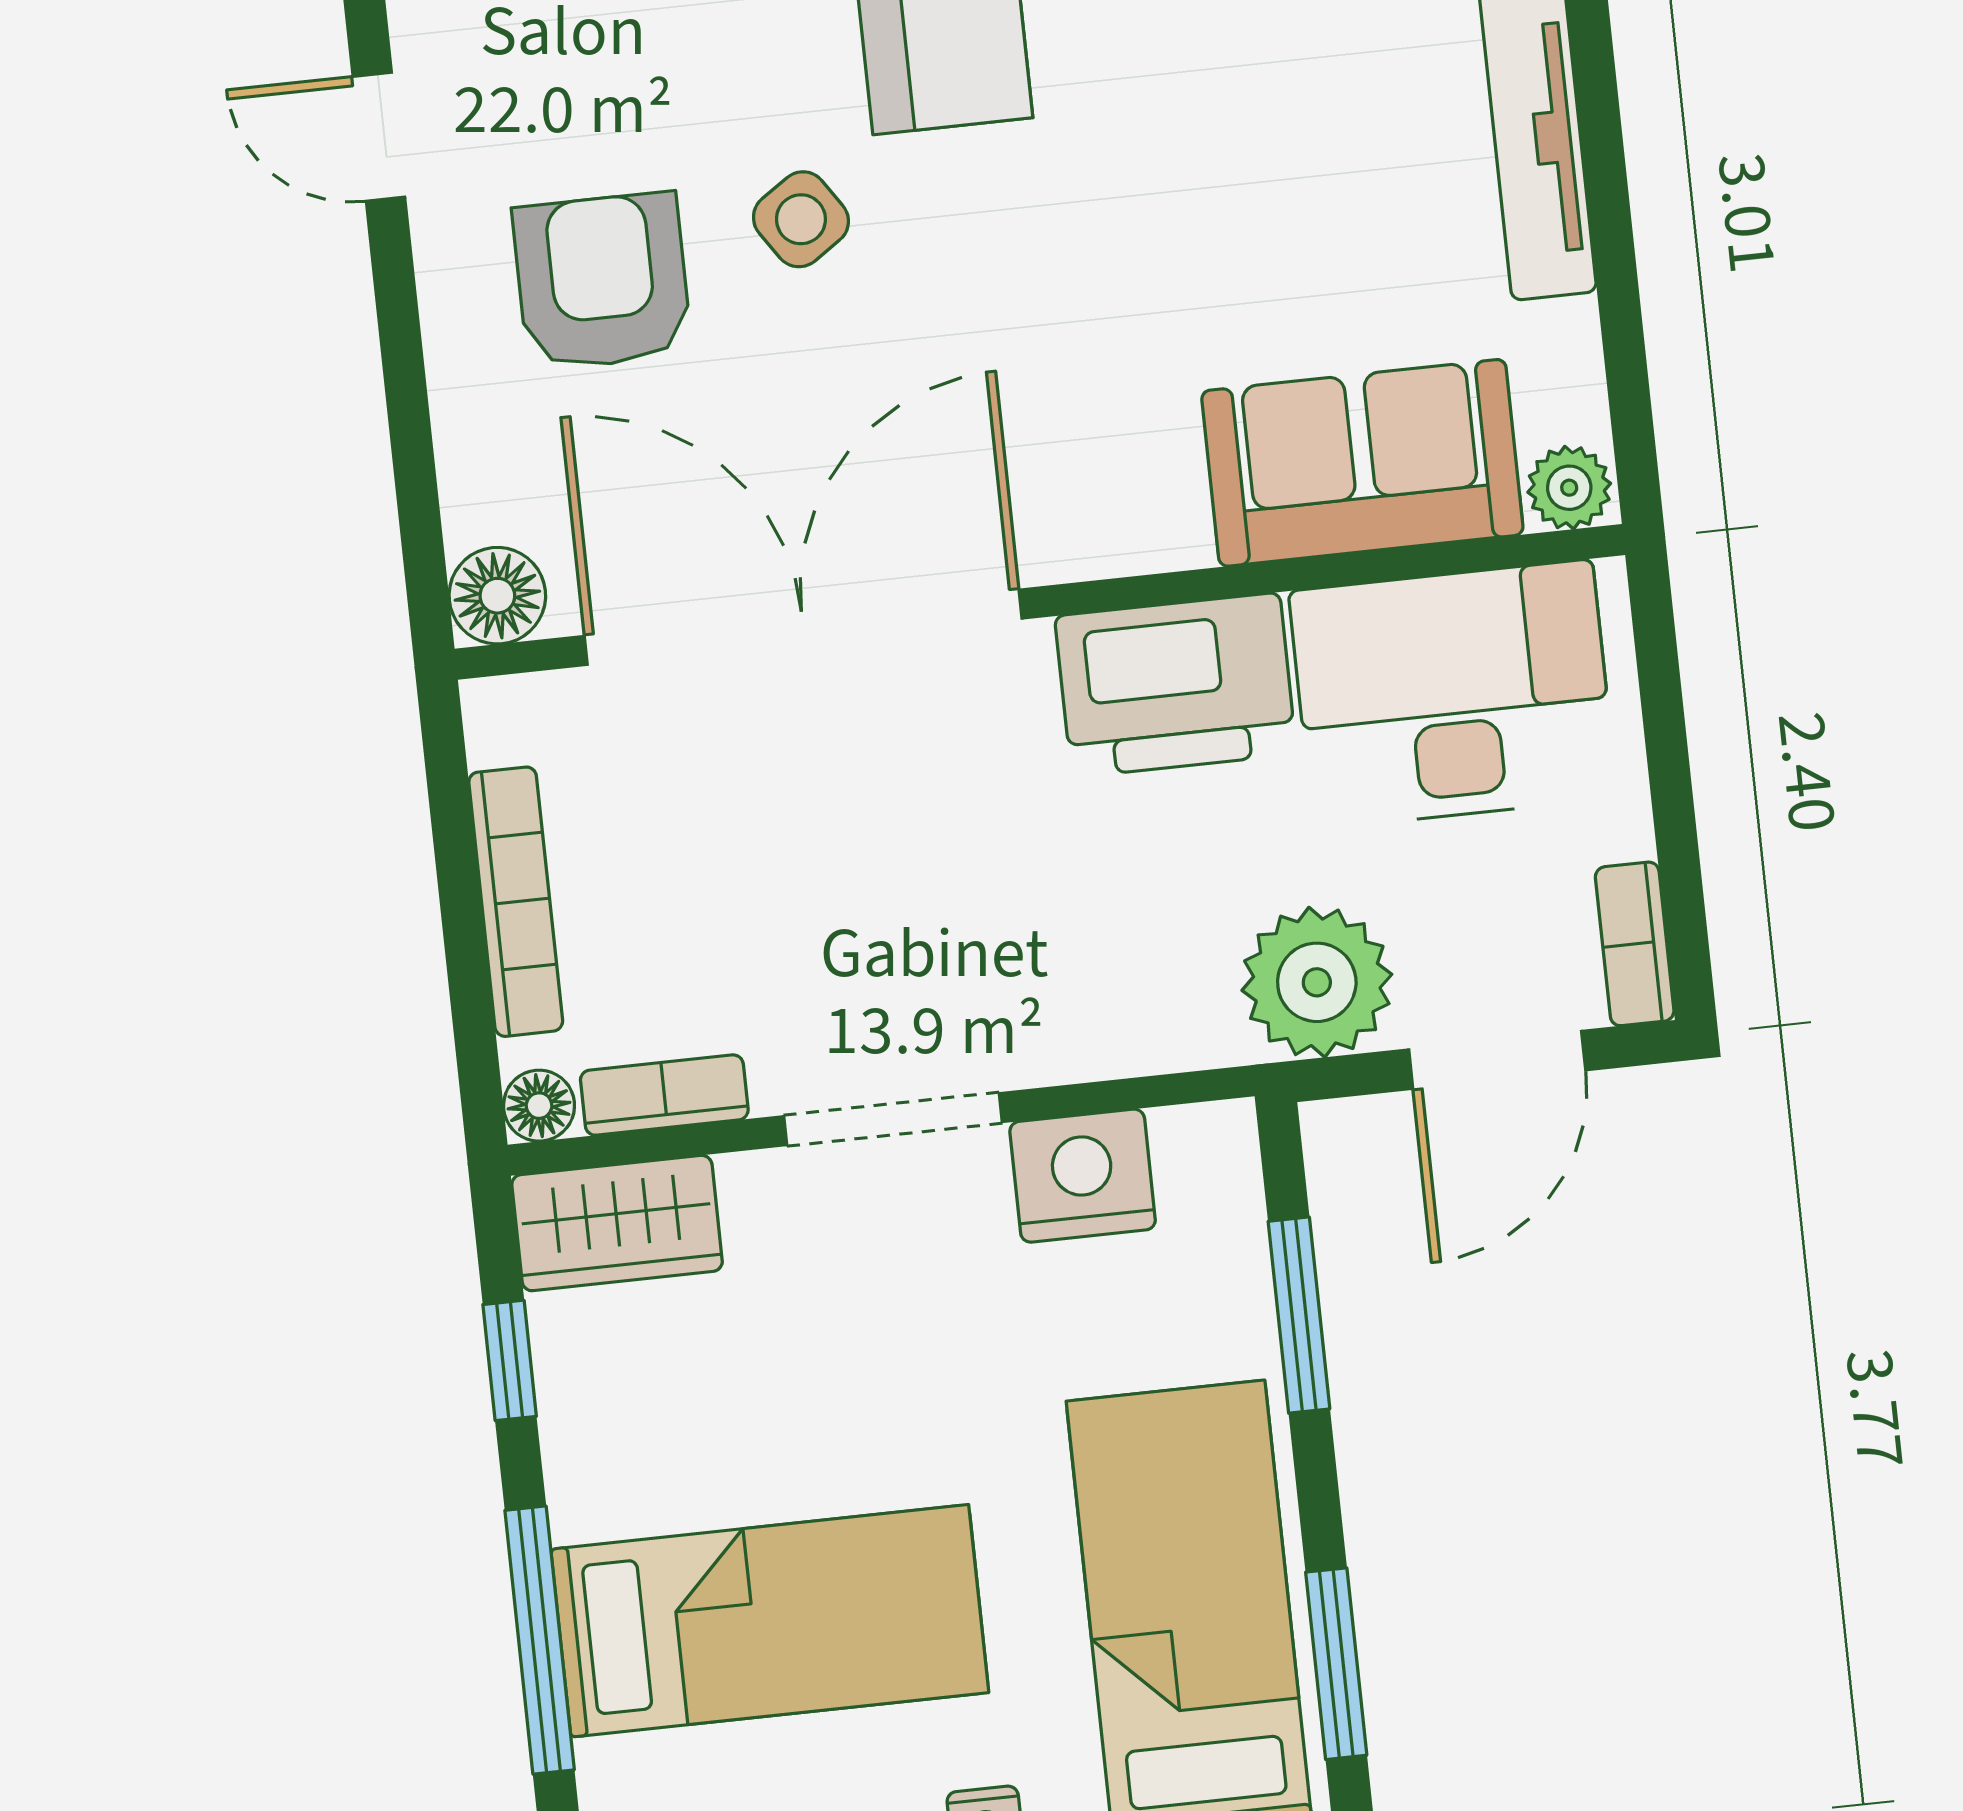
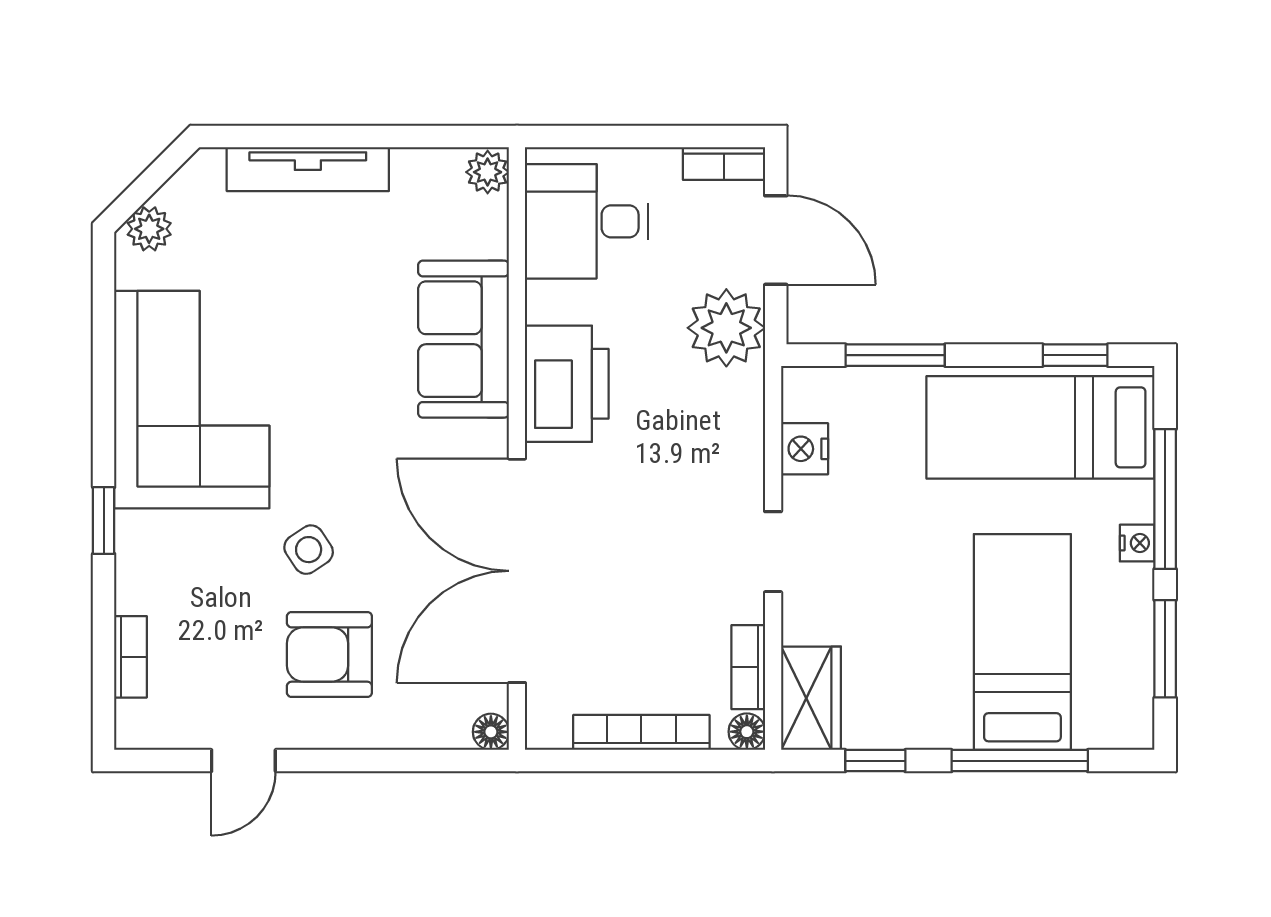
sofa: (1362, 463) -> (464, 339), moved
floor lamp: (497, 596) -> (491, 732), width x0.73, depth x0.73
desk: (1453, 694) -> (587, 221), width x0.73
doorway: (893, 1119) -> (773, 552), width x0.73
nightstand: (1083, 1176) -> (805, 449), width x0.74, depth x0.75
window: (1336, 1664) -> (1075, 355), width x0.67

